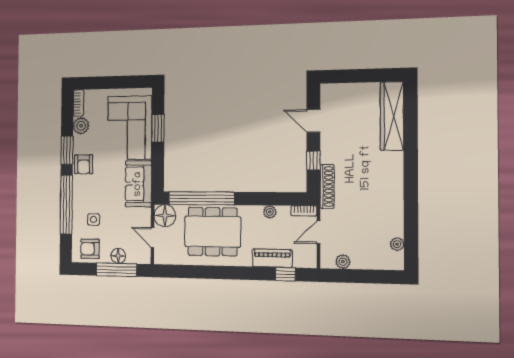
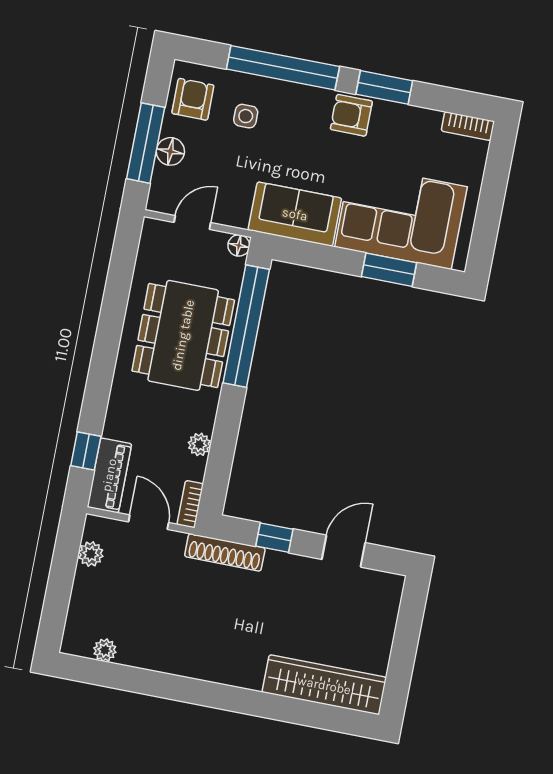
plant: (81, 126) -> (424, 123), removed
floor lamp: (165, 216) -> (239, 245), width x0.53, depth x0.53
piano: (272, 258) -> (109, 475), moved

